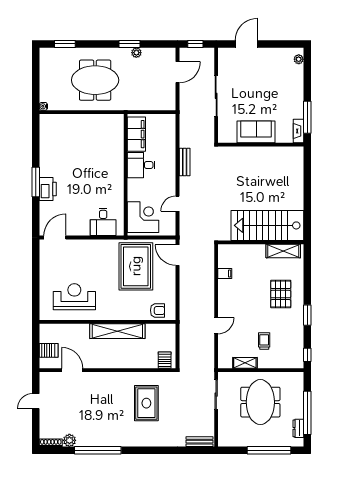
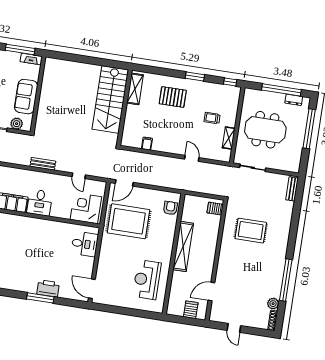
plant: (225, 126) -> (17, 124), added

